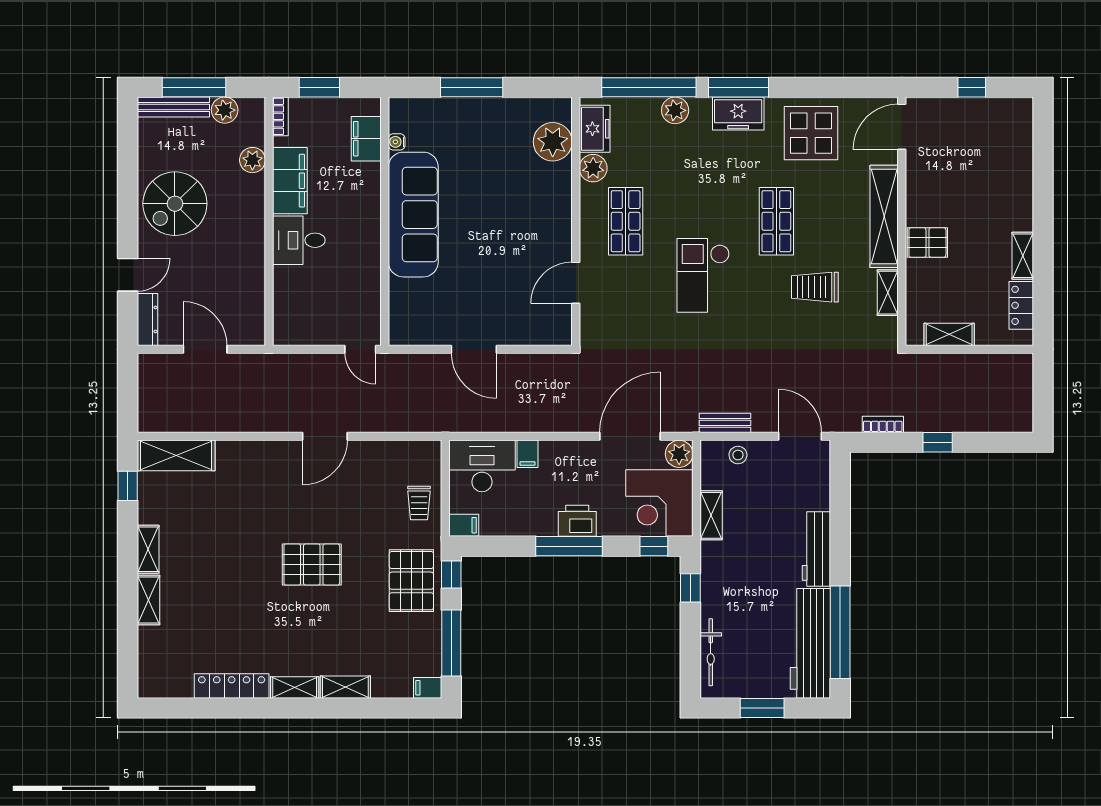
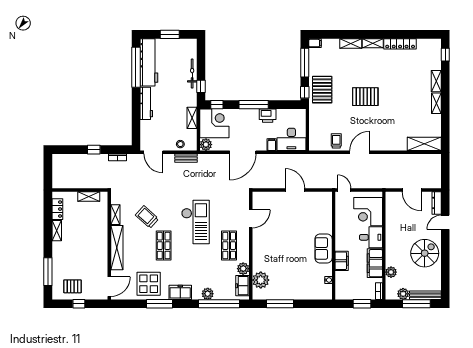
window: (472, 87) -> (280, 304), moved
window: (739, 87) -> (159, 304), moved
filing cabinet: (366, 139) -> (342, 261), moved
window: (1043, 161) -> (48, 272), added
sofa: (413, 215) -> (324, 248), width x0.54, depth x0.79
pallet: (927, 242) -> (72, 286), moved
checkout: (703, 275) -> (195, 222), width x1.36, depth x1.21
trolley: (815, 287) -> (147, 217), turned -138
corner desk: (305, 299) -> (368, 212), added
door: (630, 436) -> (243, 152), moved
window: (128, 486) -> (445, 55), moved
trolley: (419, 503) -> (336, 141), moved
printer: (577, 521) -> (268, 116), moved
filing cabinet: (464, 525) -> (299, 114), removed
bicycle: (711, 652) -> (192, 74), moved

